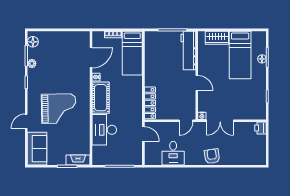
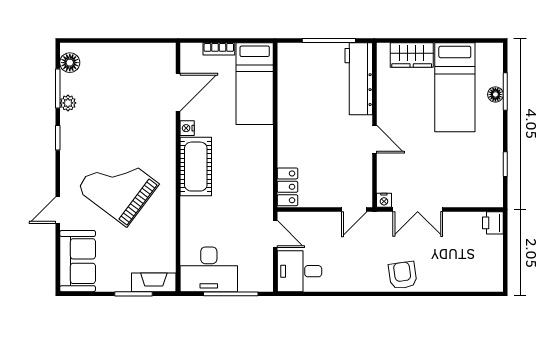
locker: (150, 103) -> (287, 187), width x0.66
grand piano: (59, 109) -> (118, 187), turned -142
desk: (104, 130) -> (209, 269), moved, turned -90
desk: (173, 153) -> (299, 271), moved, turned 90

